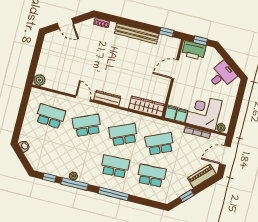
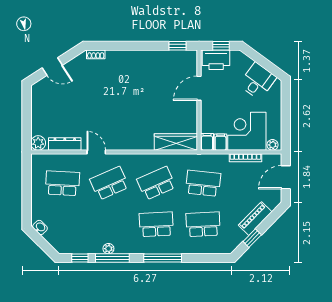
bench: (137, 34) -> (142, 57), removed
dresser: (107, 98) -> (65, 144), moved
school desk: (160, 144) -> (203, 183), turned 30
piano: (202, 176) -> (255, 219), moved

